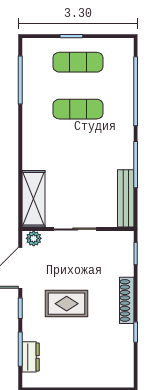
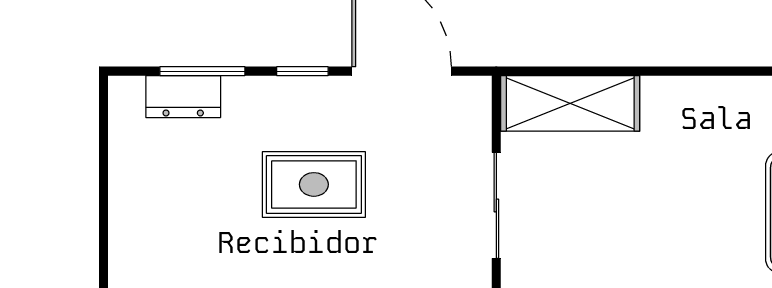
plant: (34, 238) -> (473, 104), removed
rug: (67, 304) -> (314, 184), turned 90

